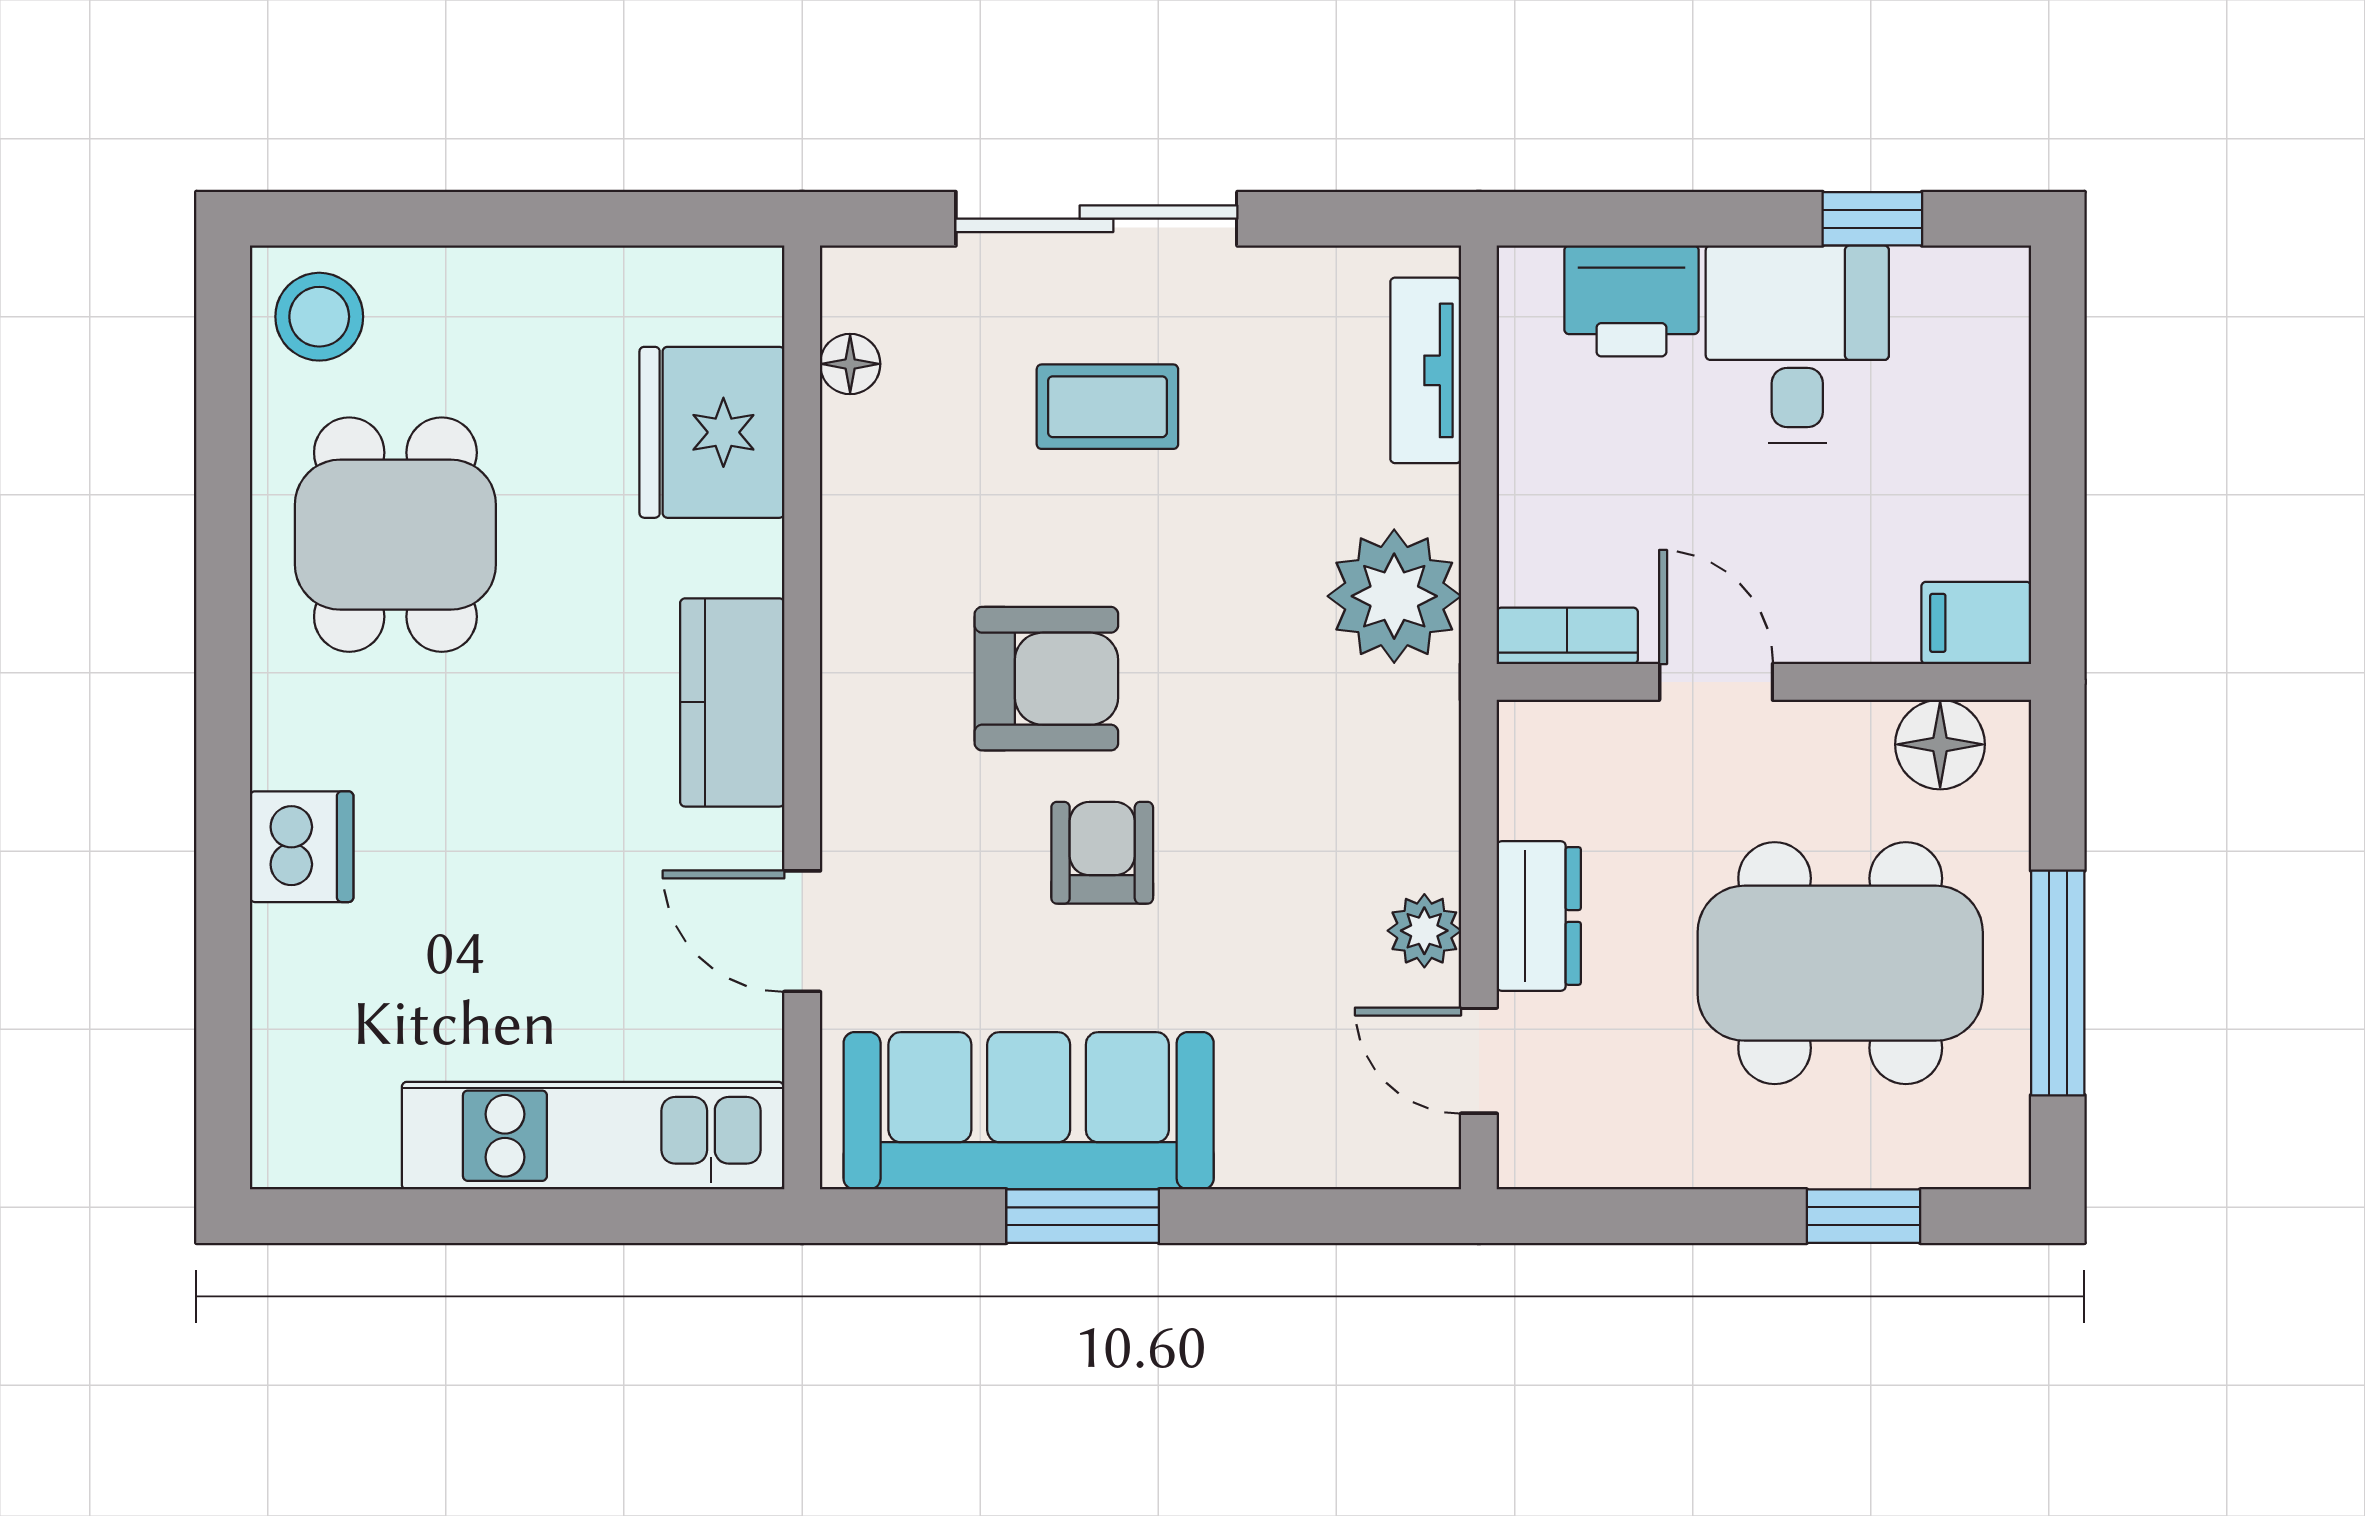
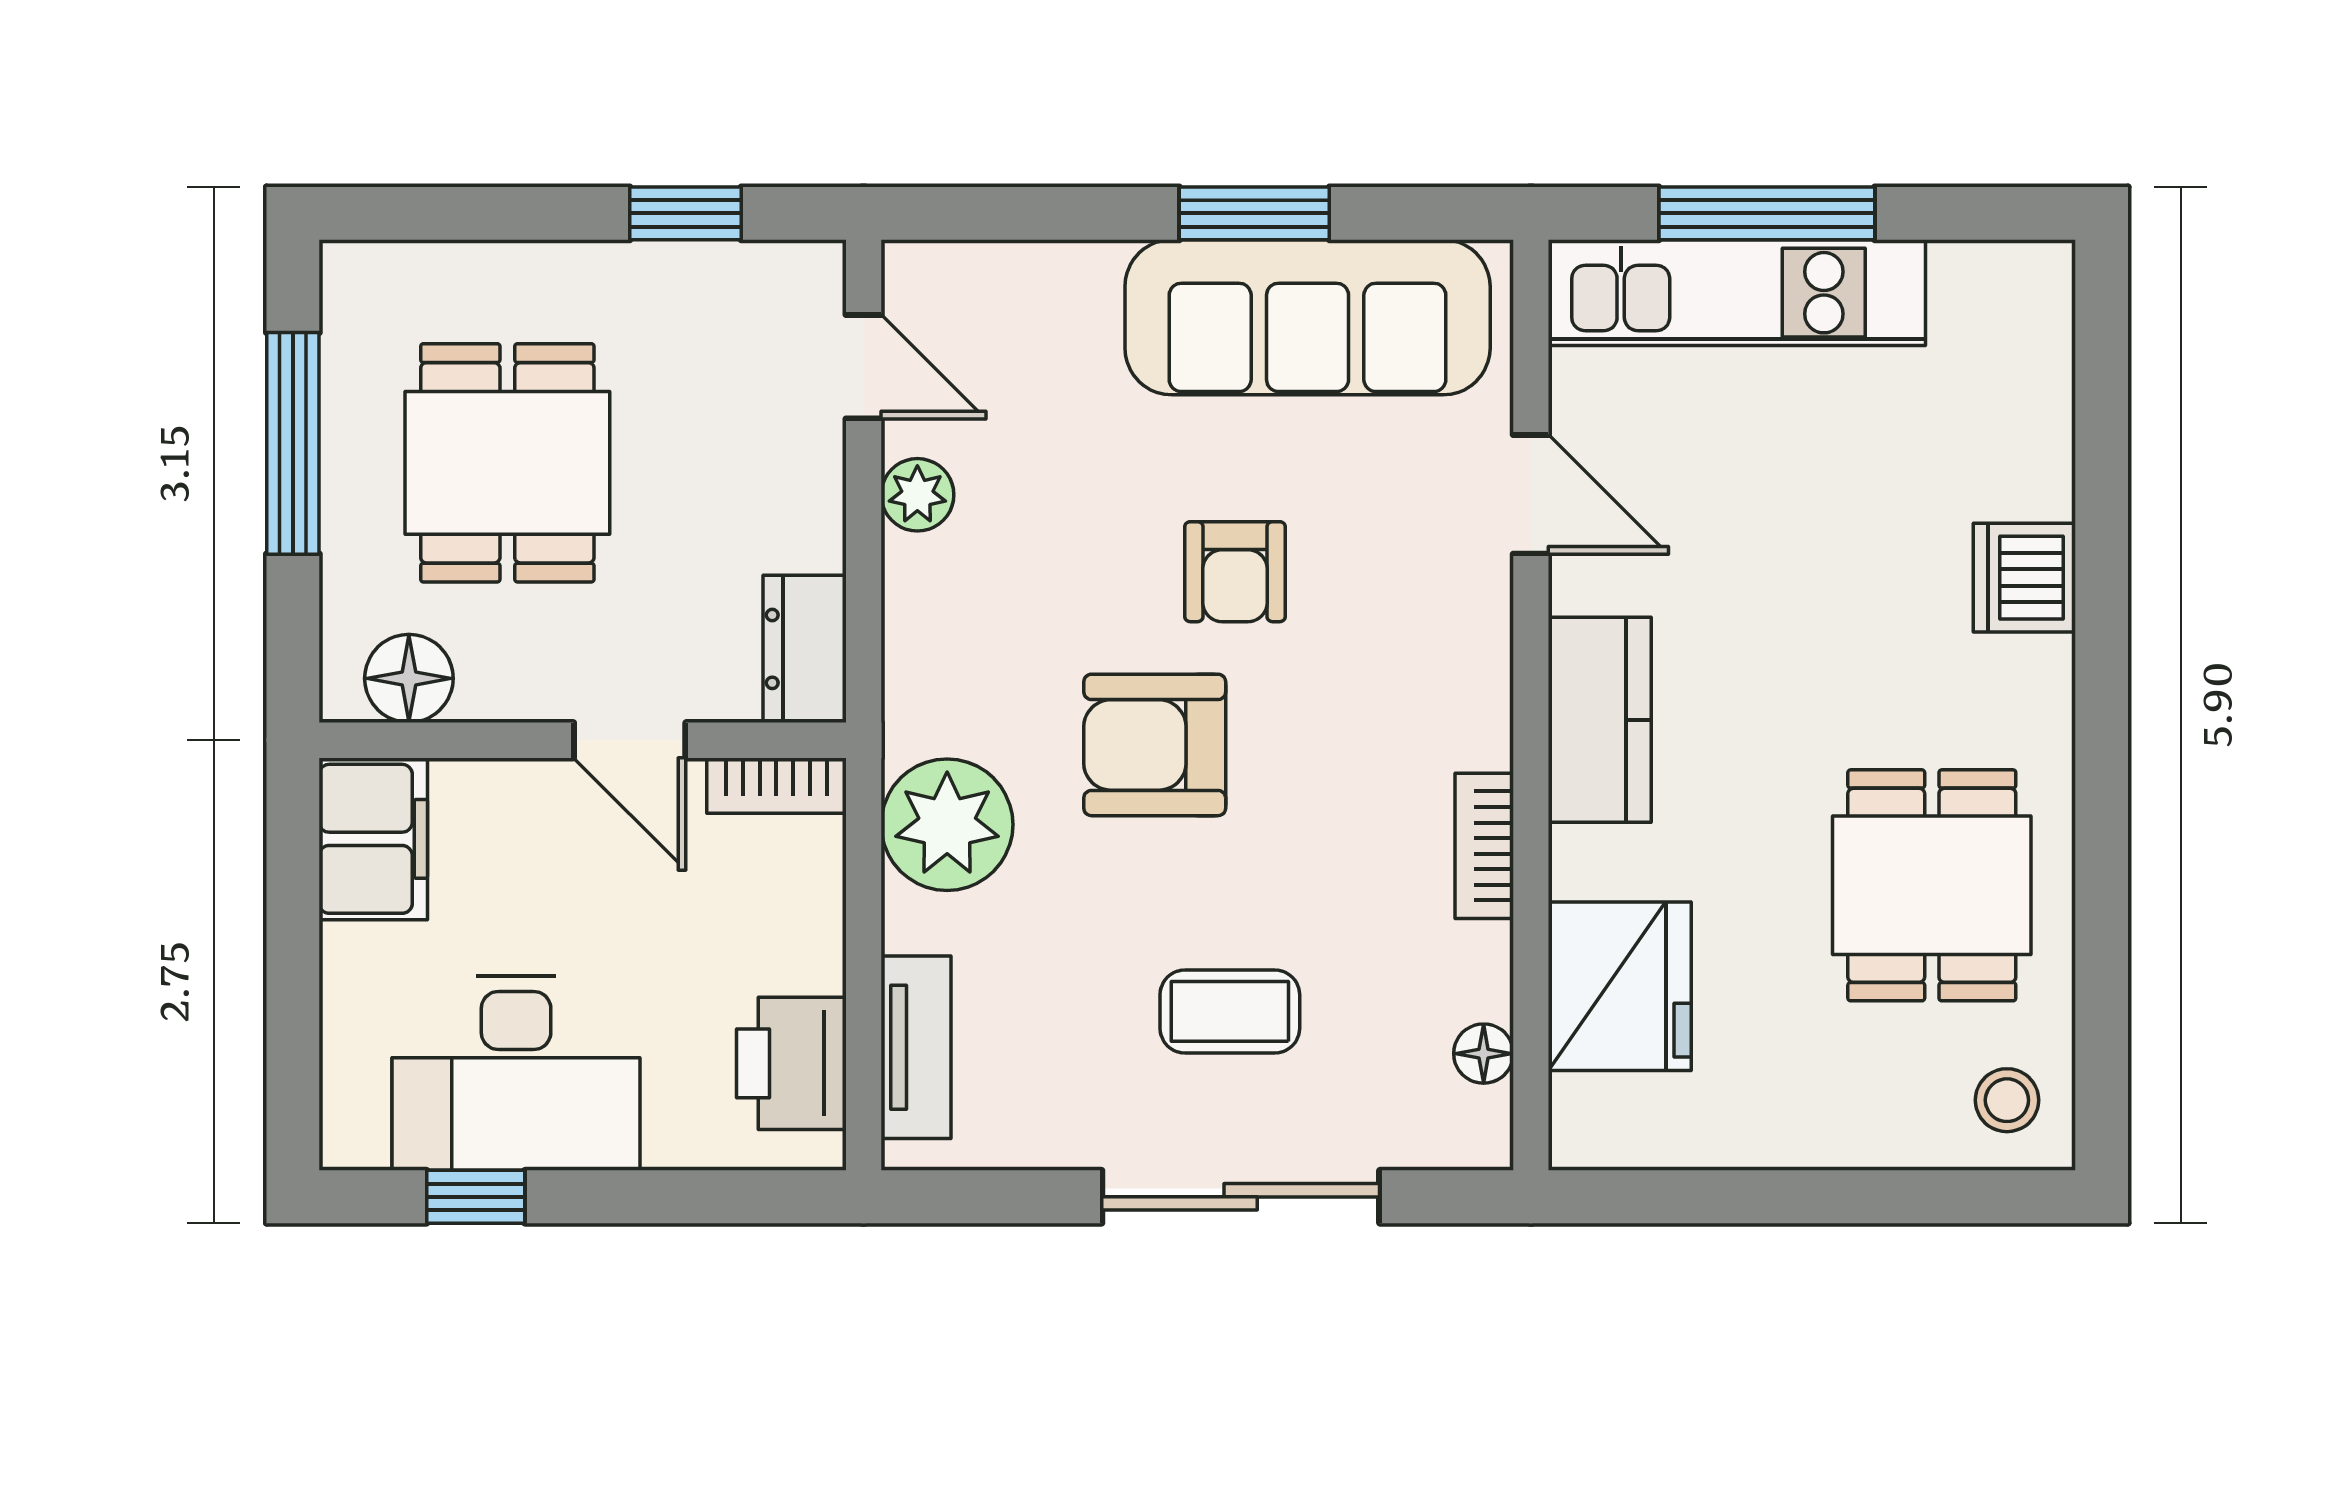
printer: (1631, 301) -> (791, 1063), moved, turned -90
stool: (319, 317) -> (2007, 1100), width x0.73, depth x0.73
desk: (1797, 344) -> (516, 1073), width x1.37
bookcase: (849, 575) -> (1484, 846), added
filing cabinet: (1976, 623) -> (373, 839), width x2.00
armchair: (1046, 679) -> (1155, 745), moved
dresser: (1539, 916) -> (805, 649), moved
dining table: (1840, 963) -> (507, 463), width x0.73
window: (563, 1216) -> (1767, 213), added
window: (1863, 1216) -> (685, 213), moved

